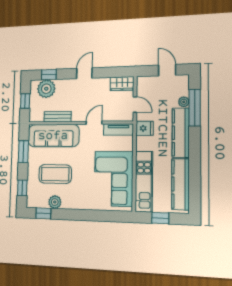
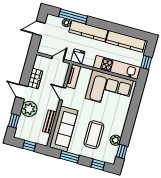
wardrobe: (122, 84) -> (35, 79), moved
plant: (46, 89) -> (29, 109), moved

